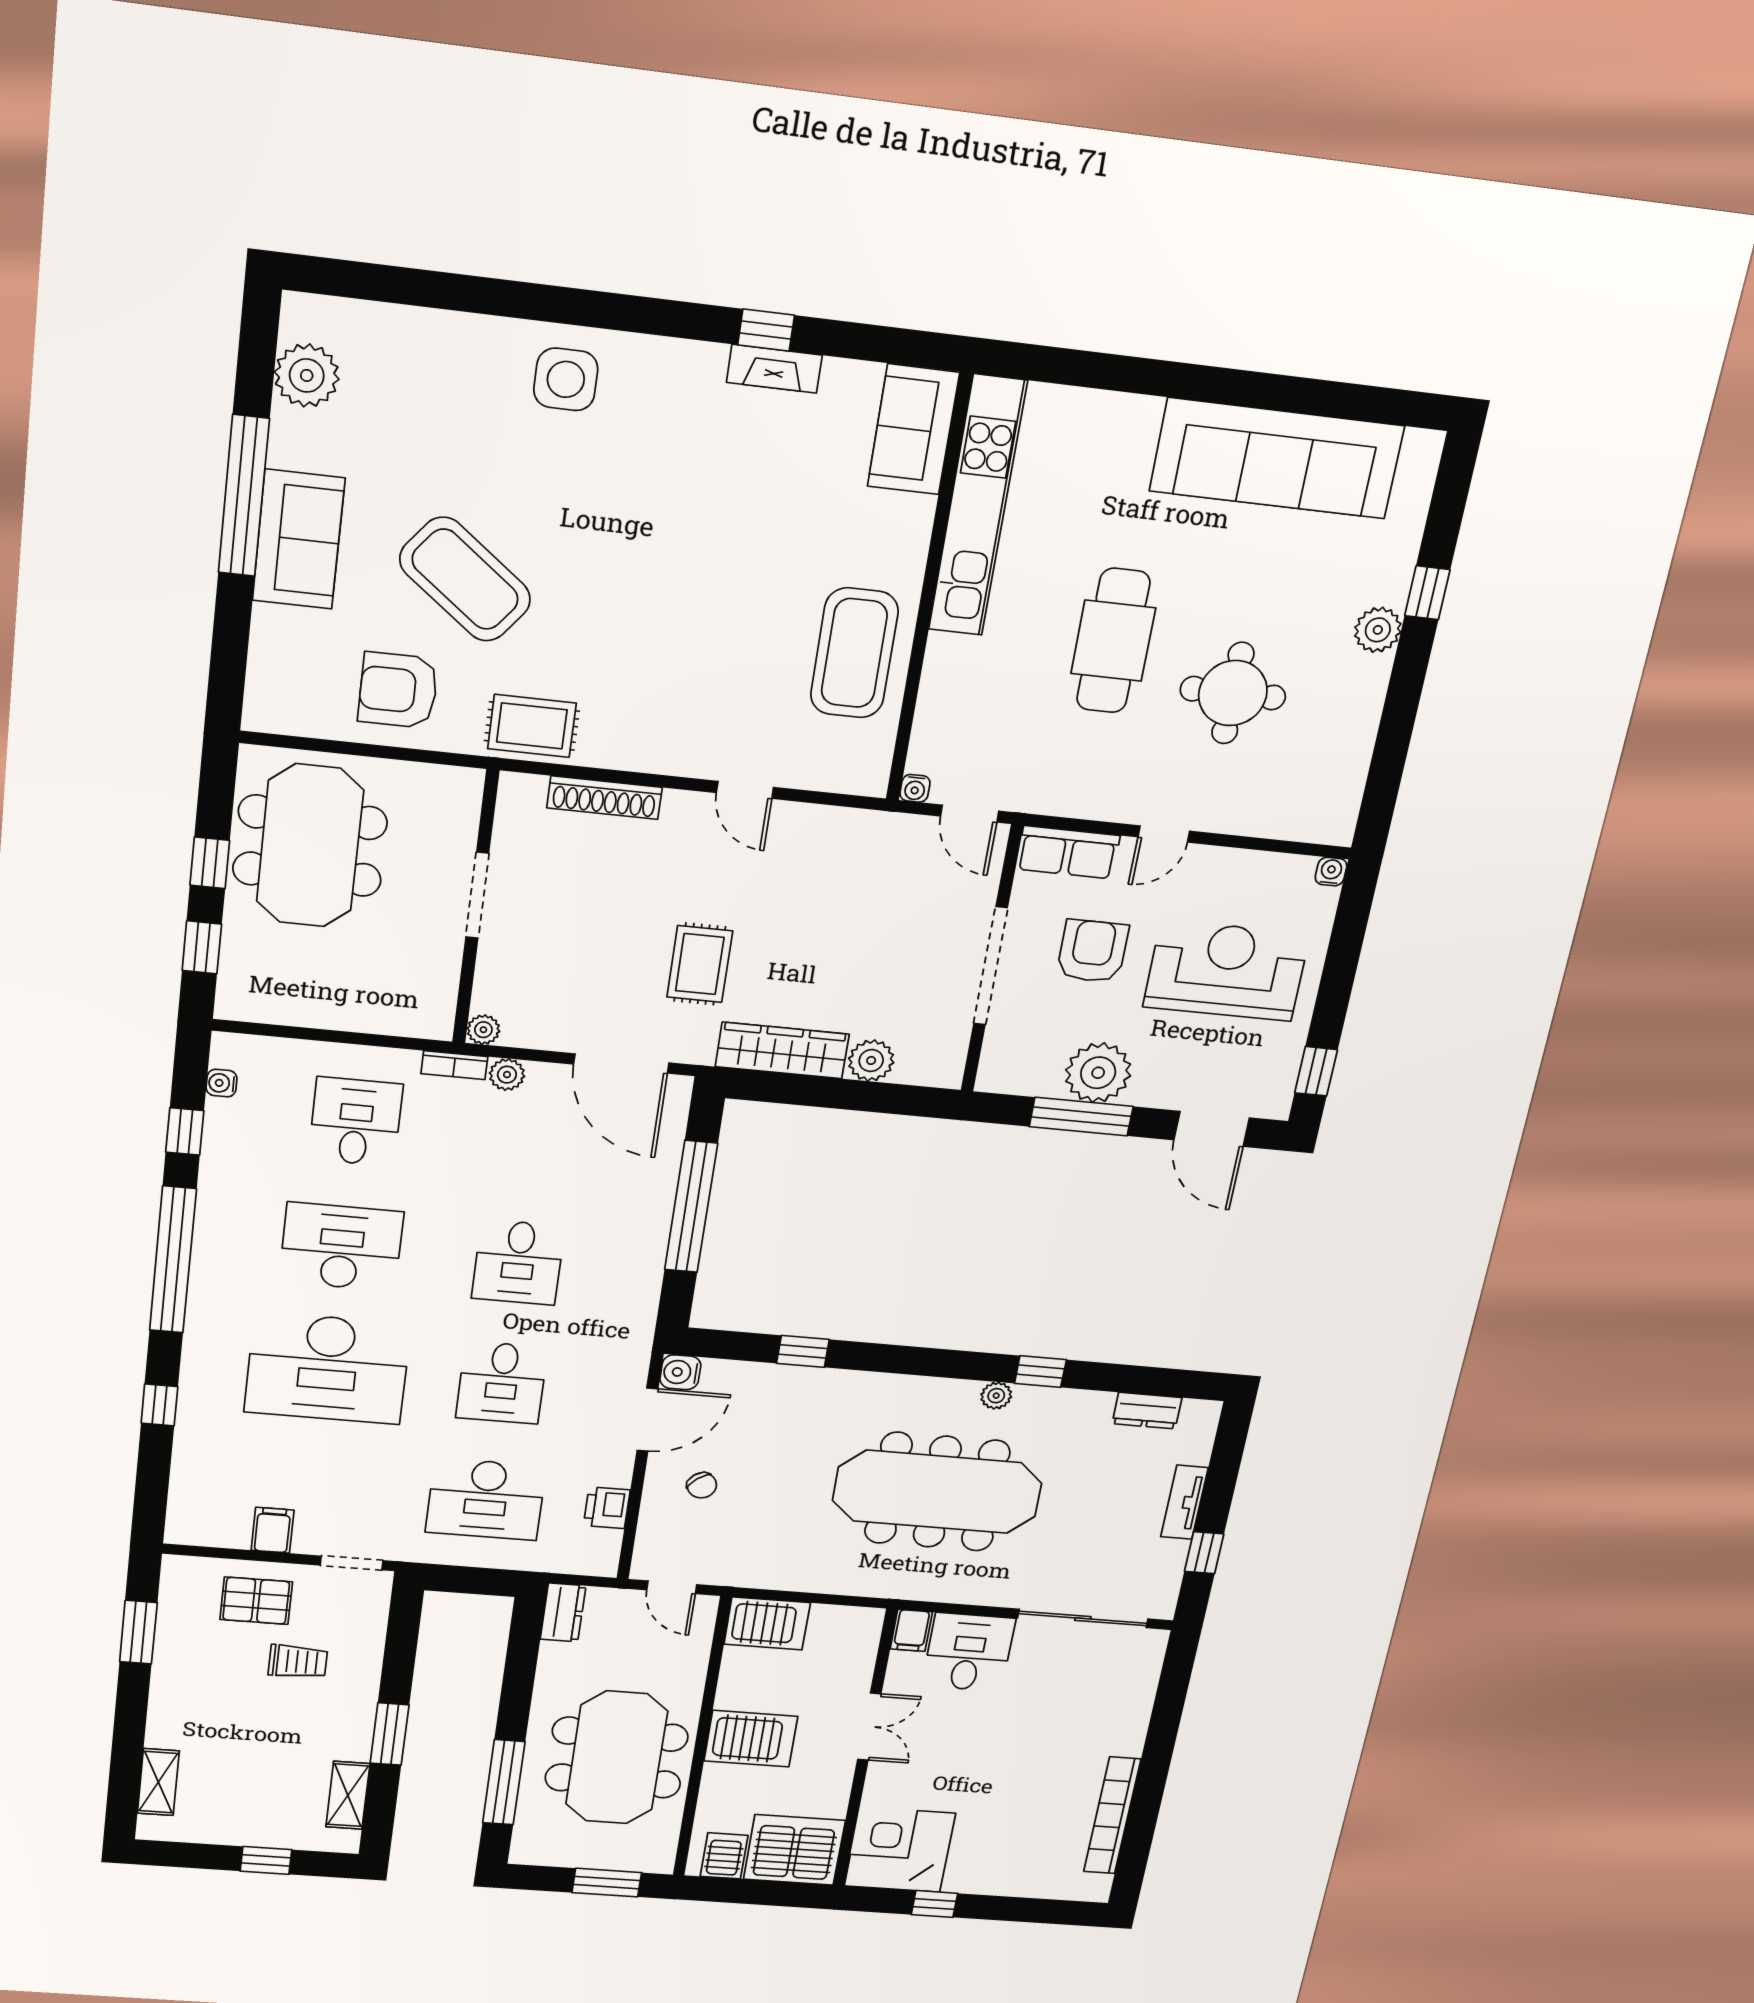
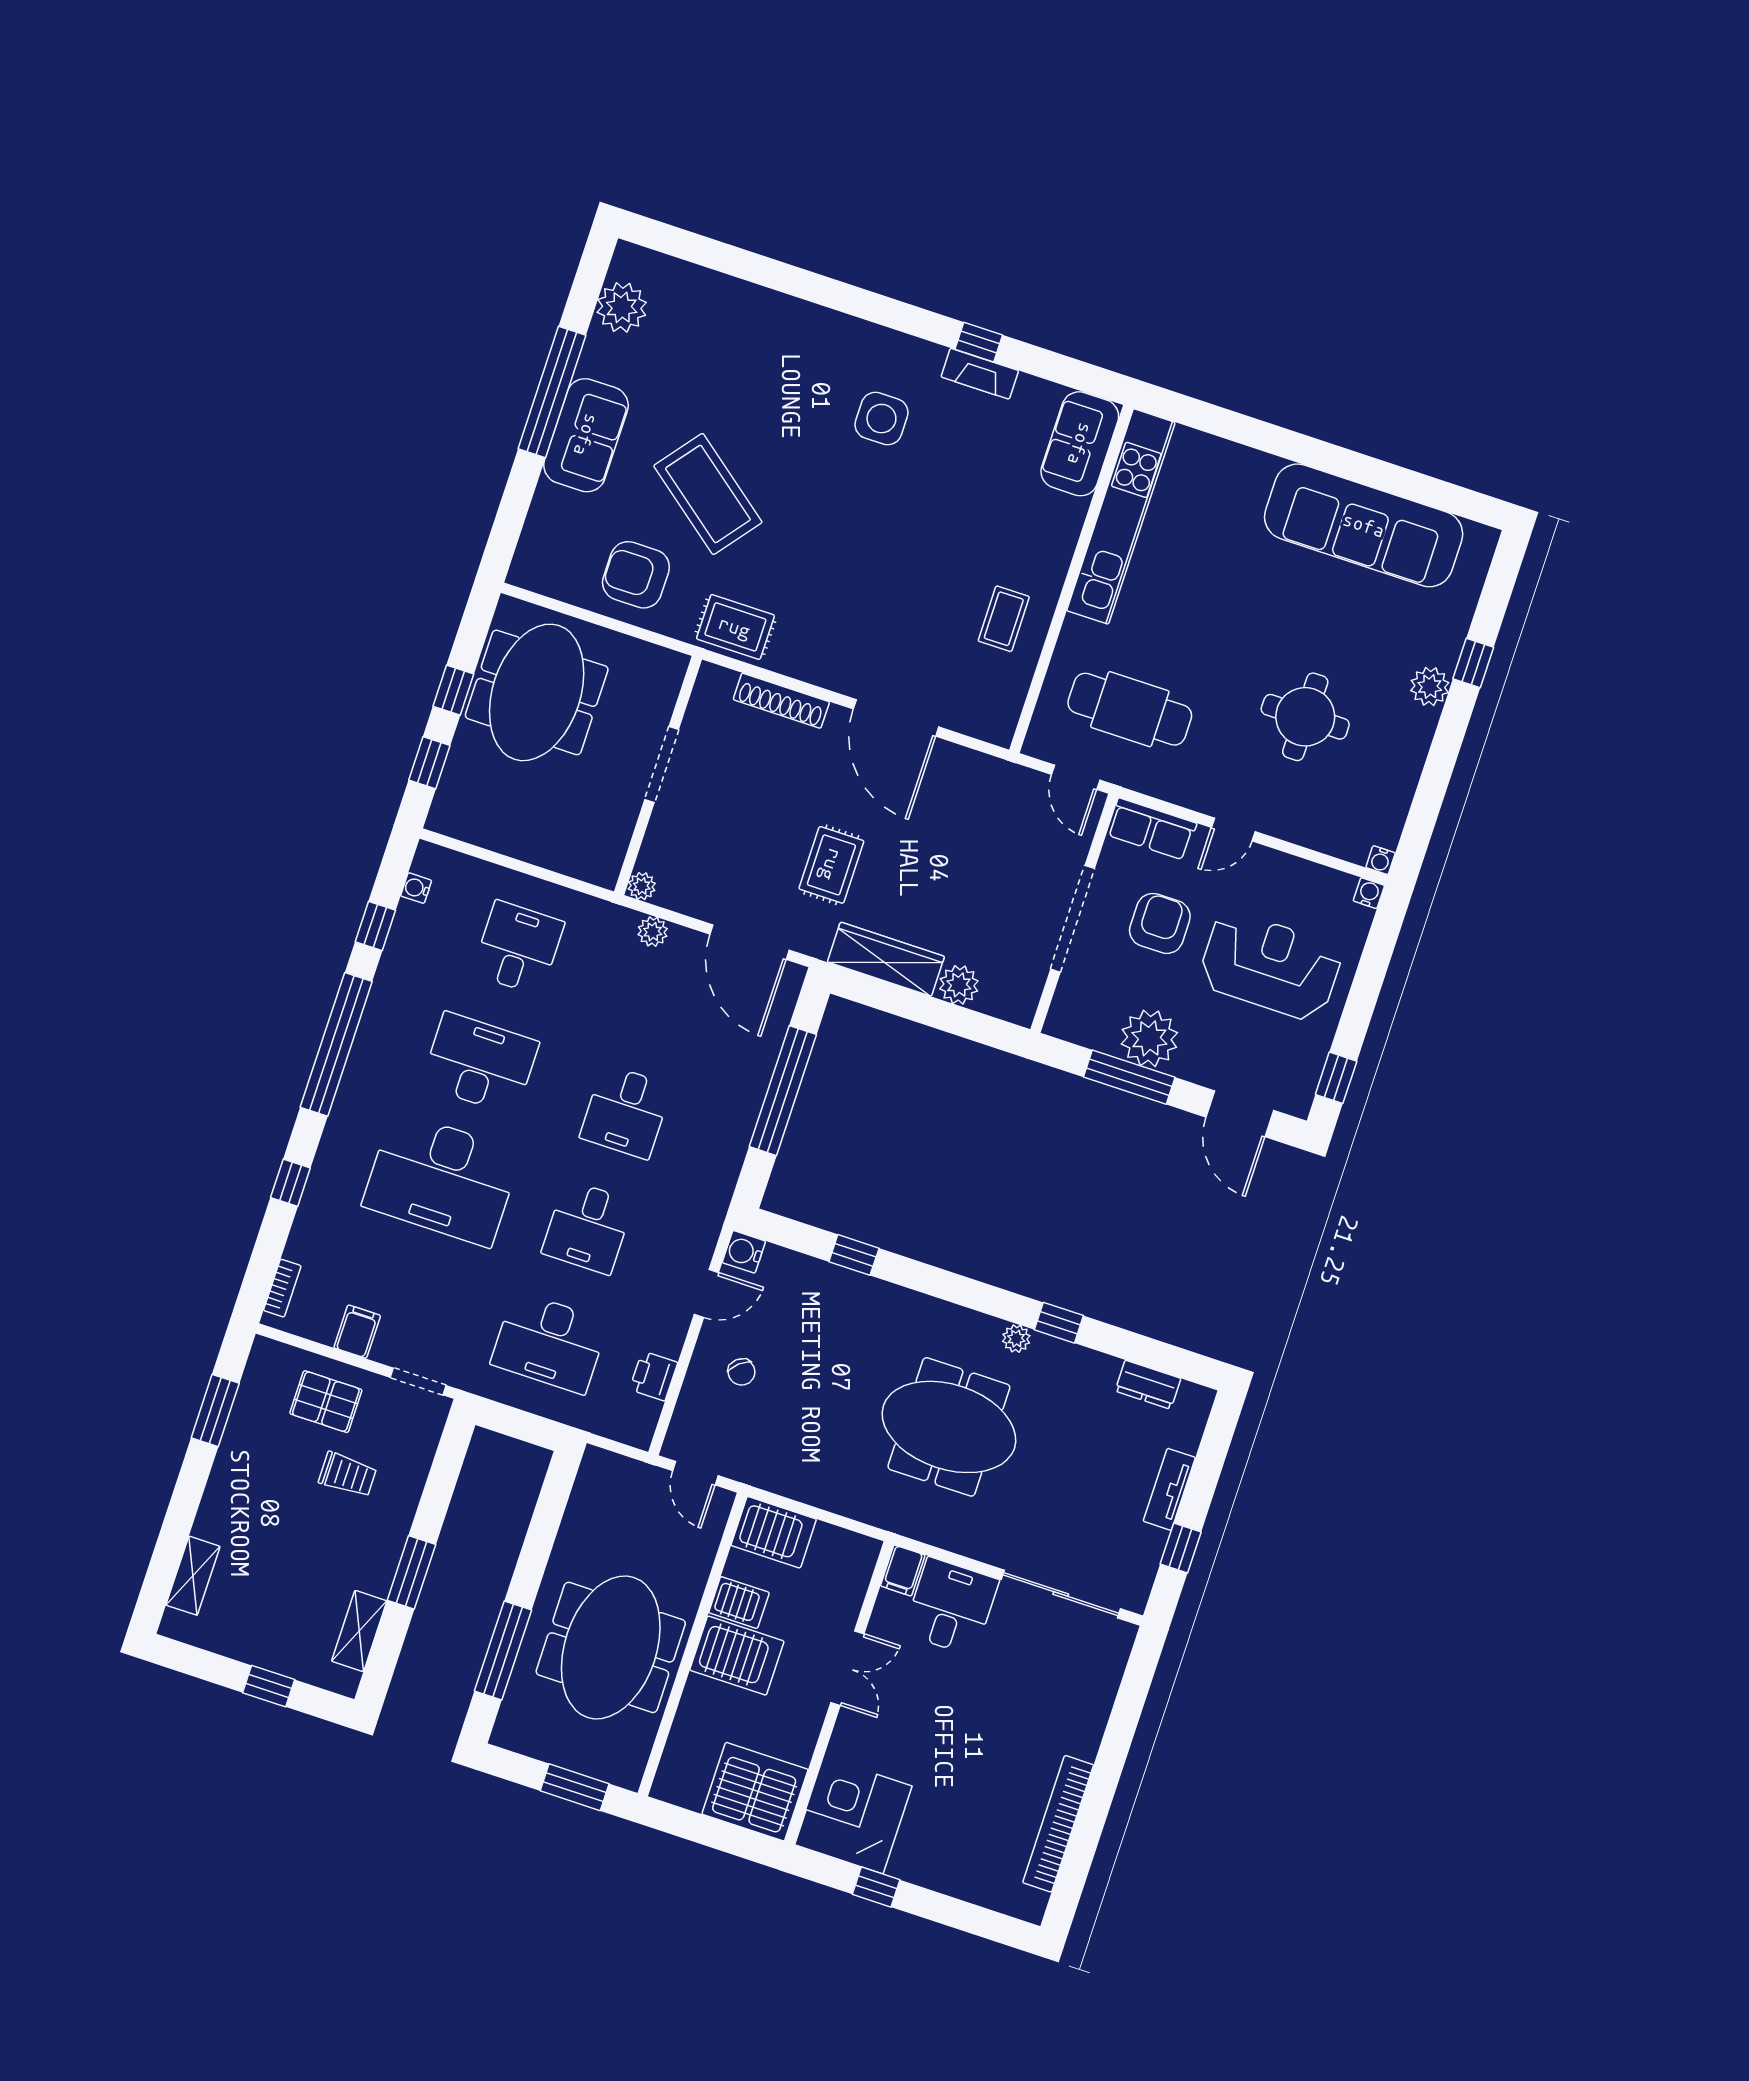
side table: (566, 379) -> (881, 419), moved
cafe table: (1113, 641) -> (1130, 709), moved, turned 90
coffee table: (854, 653) -> (1004, 619), width x0.54, depth x0.58
water cooler: (915, 788) -> (1381, 860), moved
door: (745, 790) -> (896, 718), width x1.88
bookcase: (454, 1065) -> (282, 1288), moved, turned -90
door: (647, 1420) -> (706, 1293), width x0.73
meeting table: (937, 1492) -> (949, 1427), width x0.73
dresser: (563, 1612) -> (594, 1478), removed
server rack: (724, 1856) -> (739, 1603), moved, turned 90

